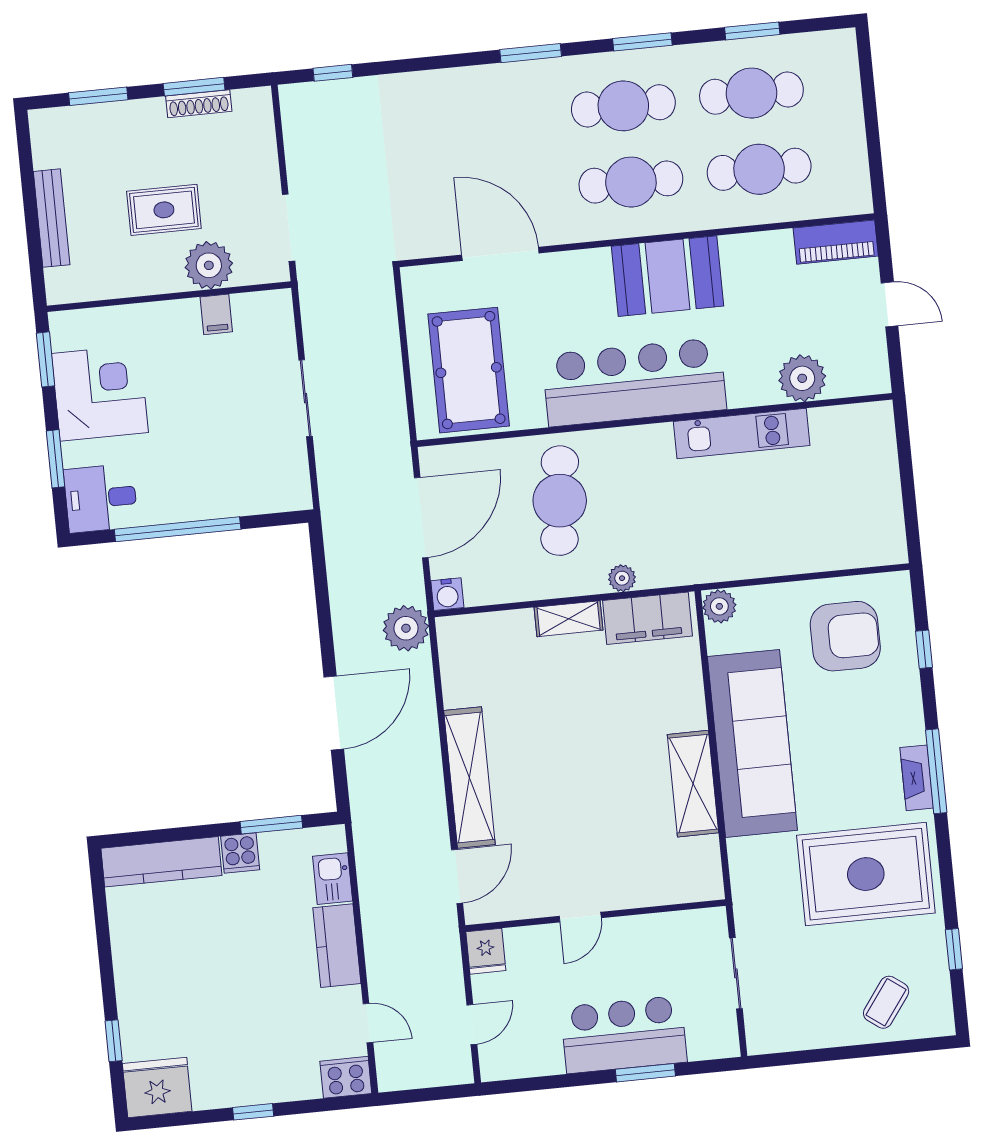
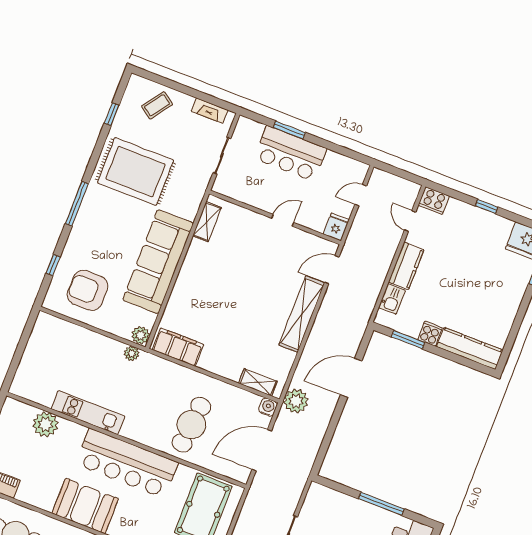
window: (178, 529) -> (381, 504), width x0.68
plant: (622, 578) -> (132, 354), moved
shelving: (569, 619) -> (258, 382), moved
fireplace: (917, 778) -> (210, 111), moved, turned 90
shelving: (693, 784) -> (207, 222), moved, width x0.67, depth x0.75

